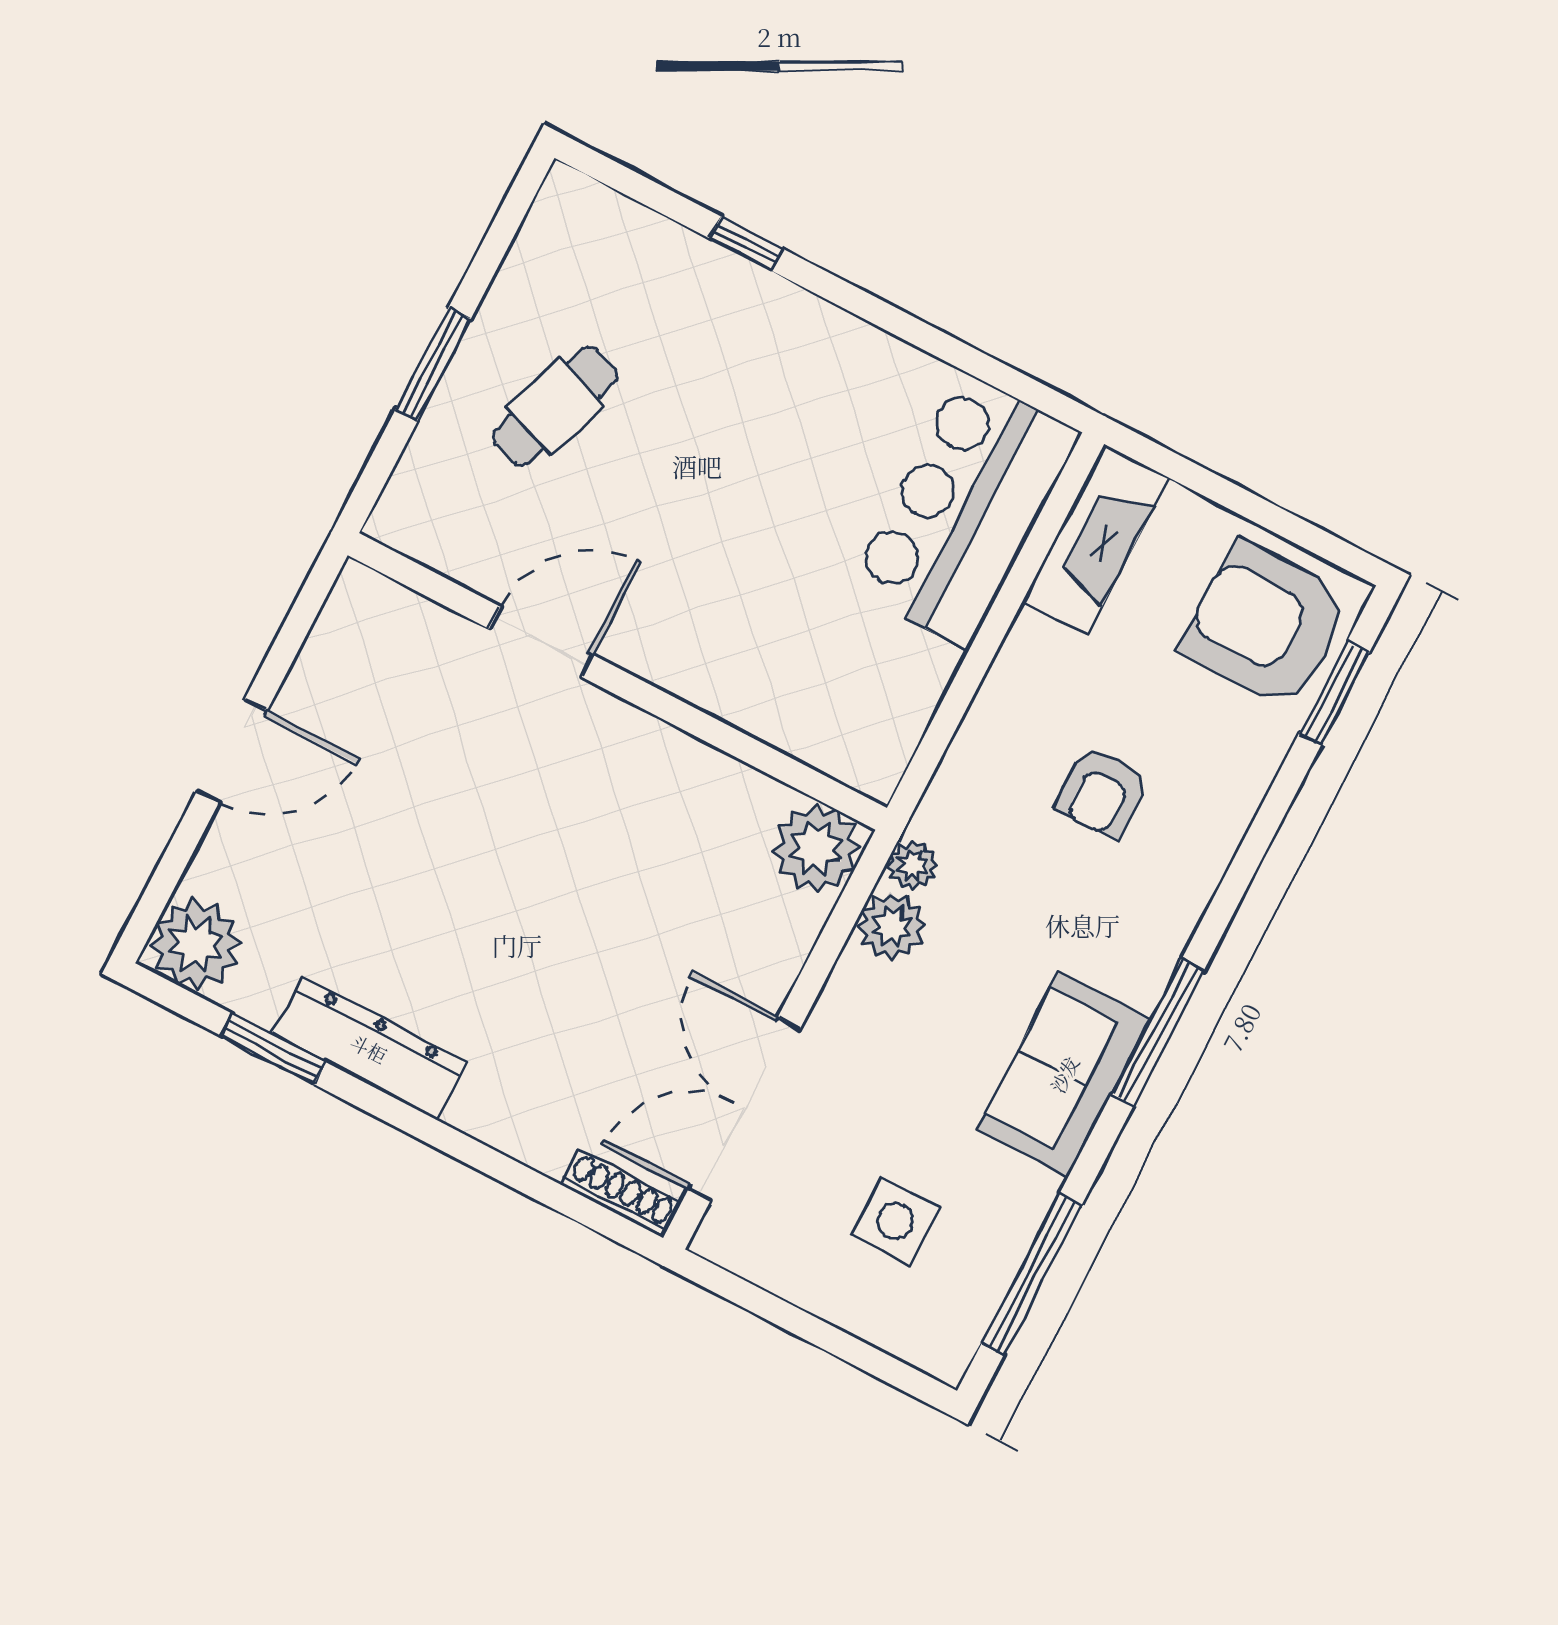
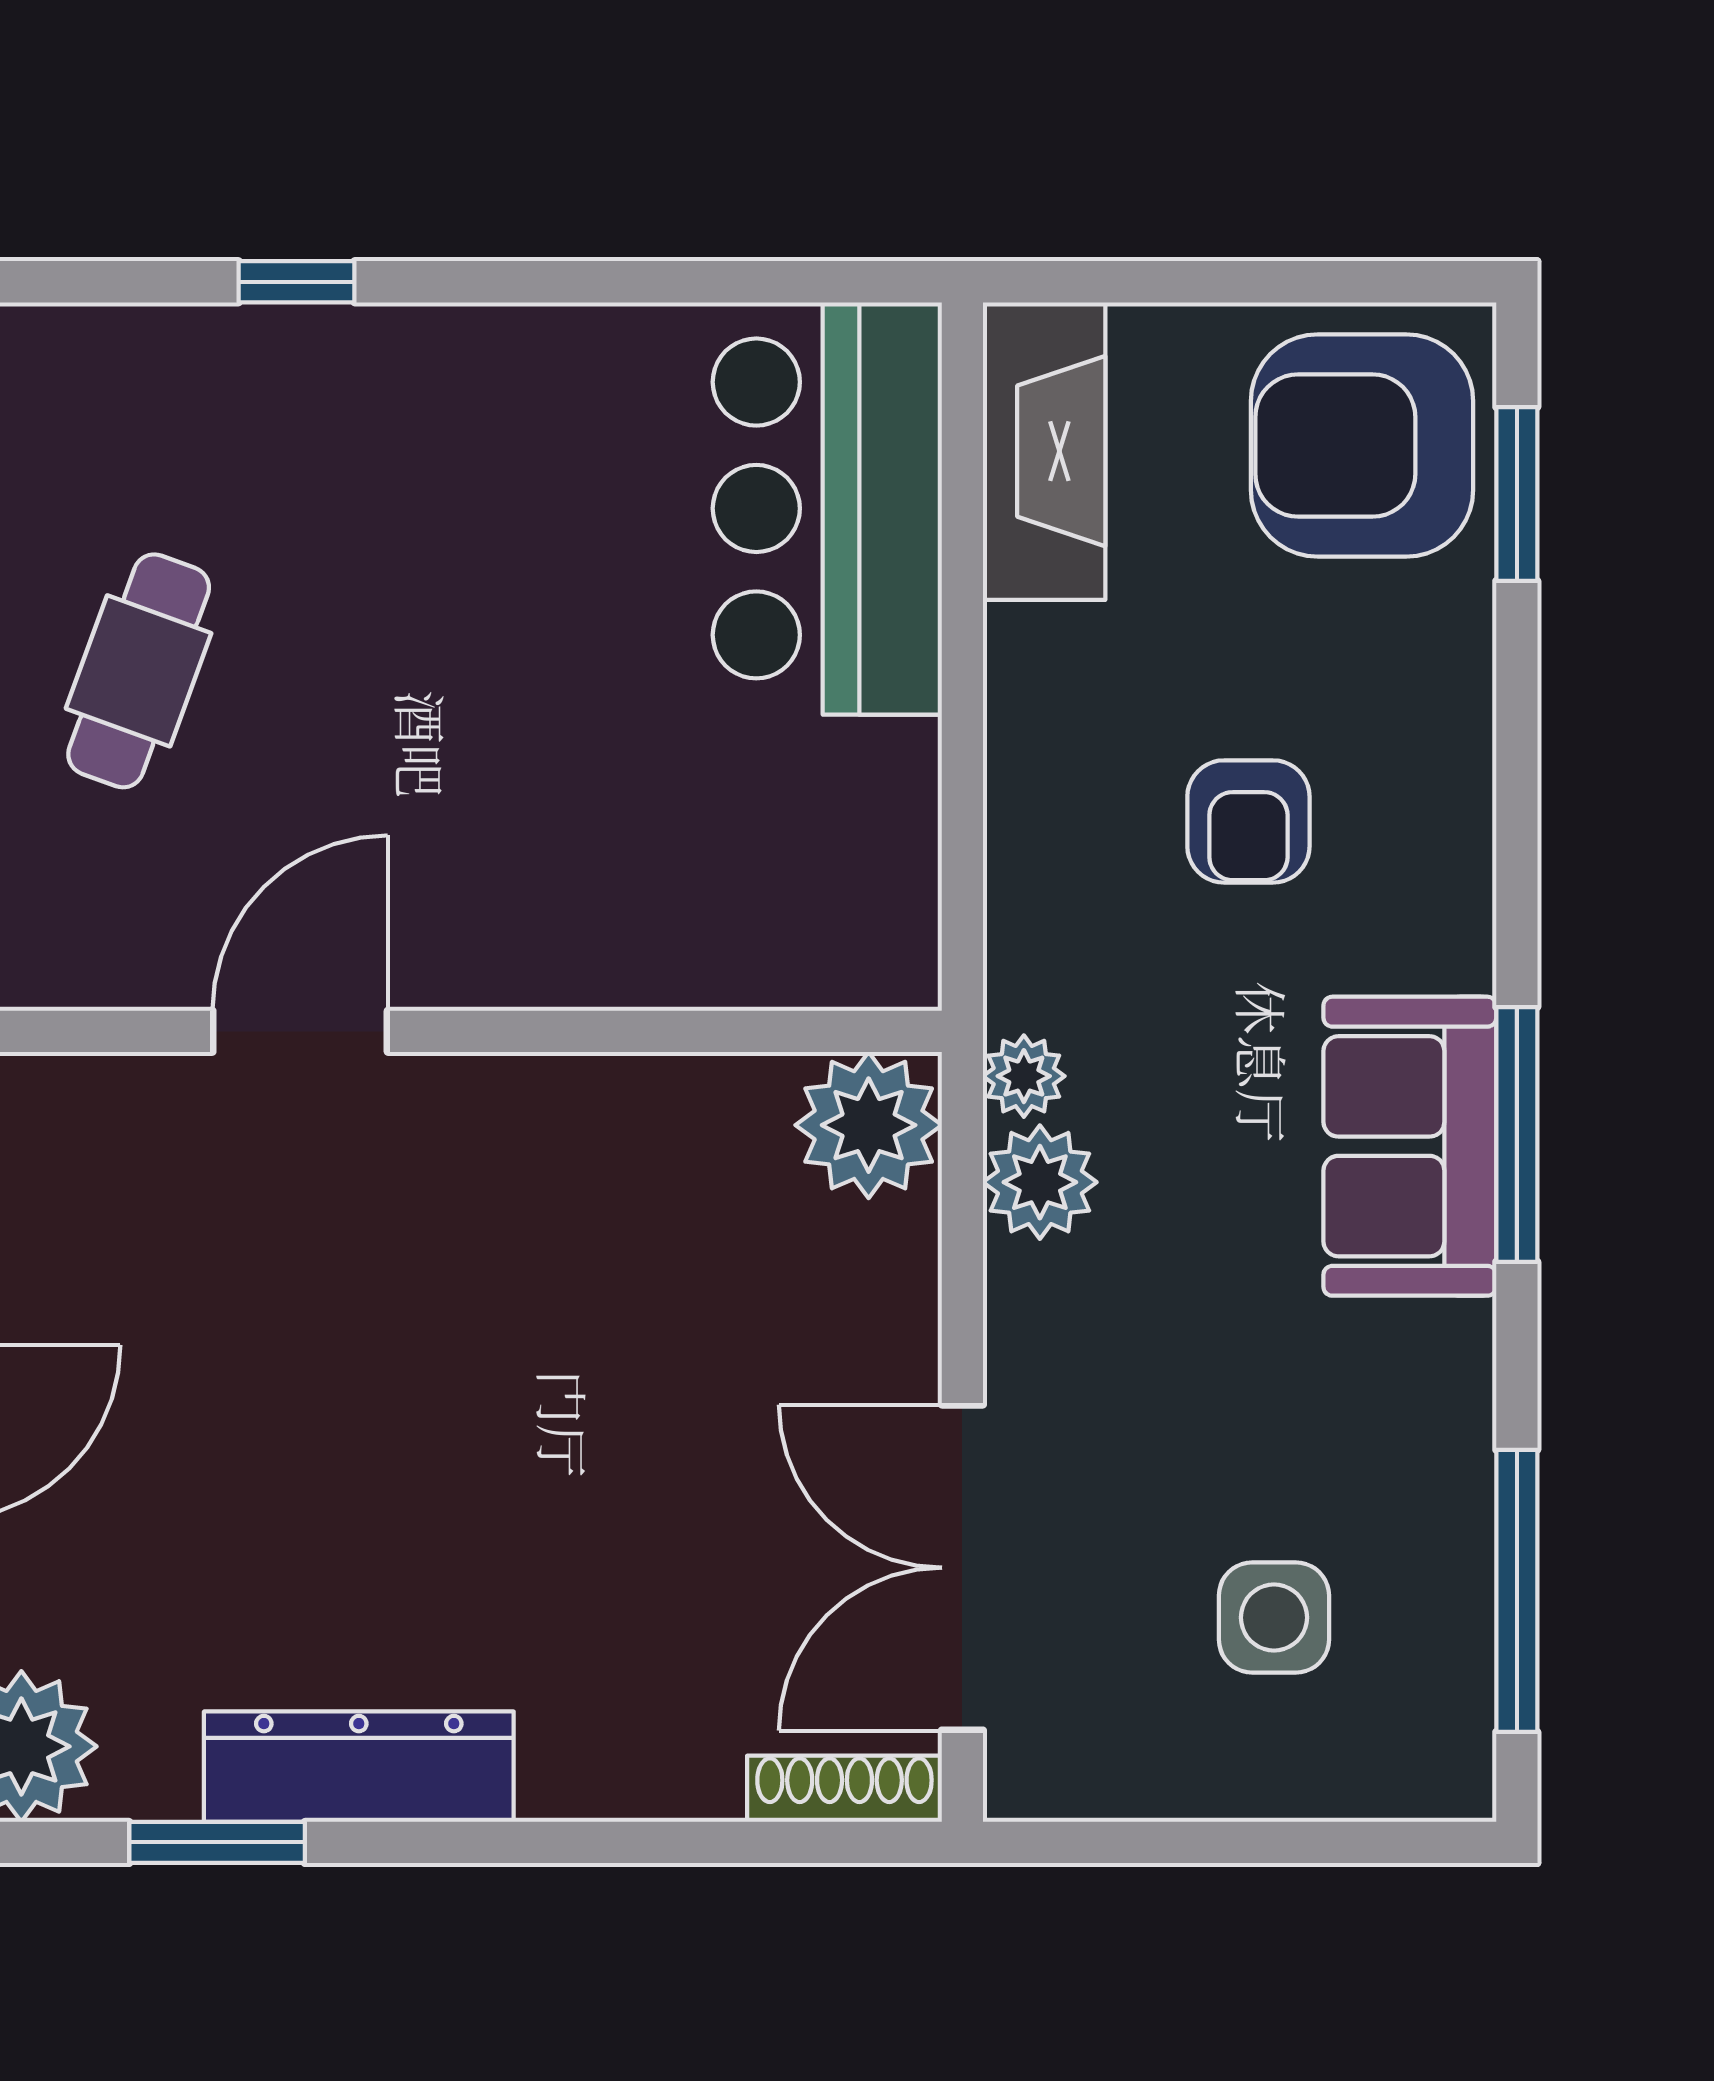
sofa: (1064, 1074) -> (1410, 1146), moved

